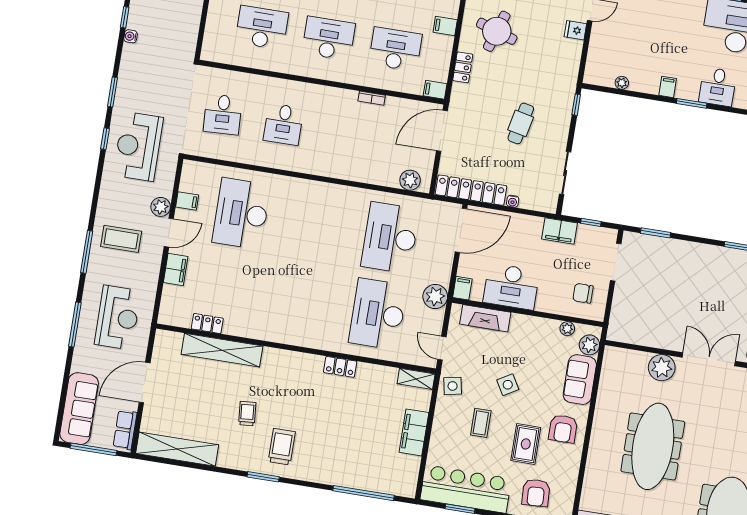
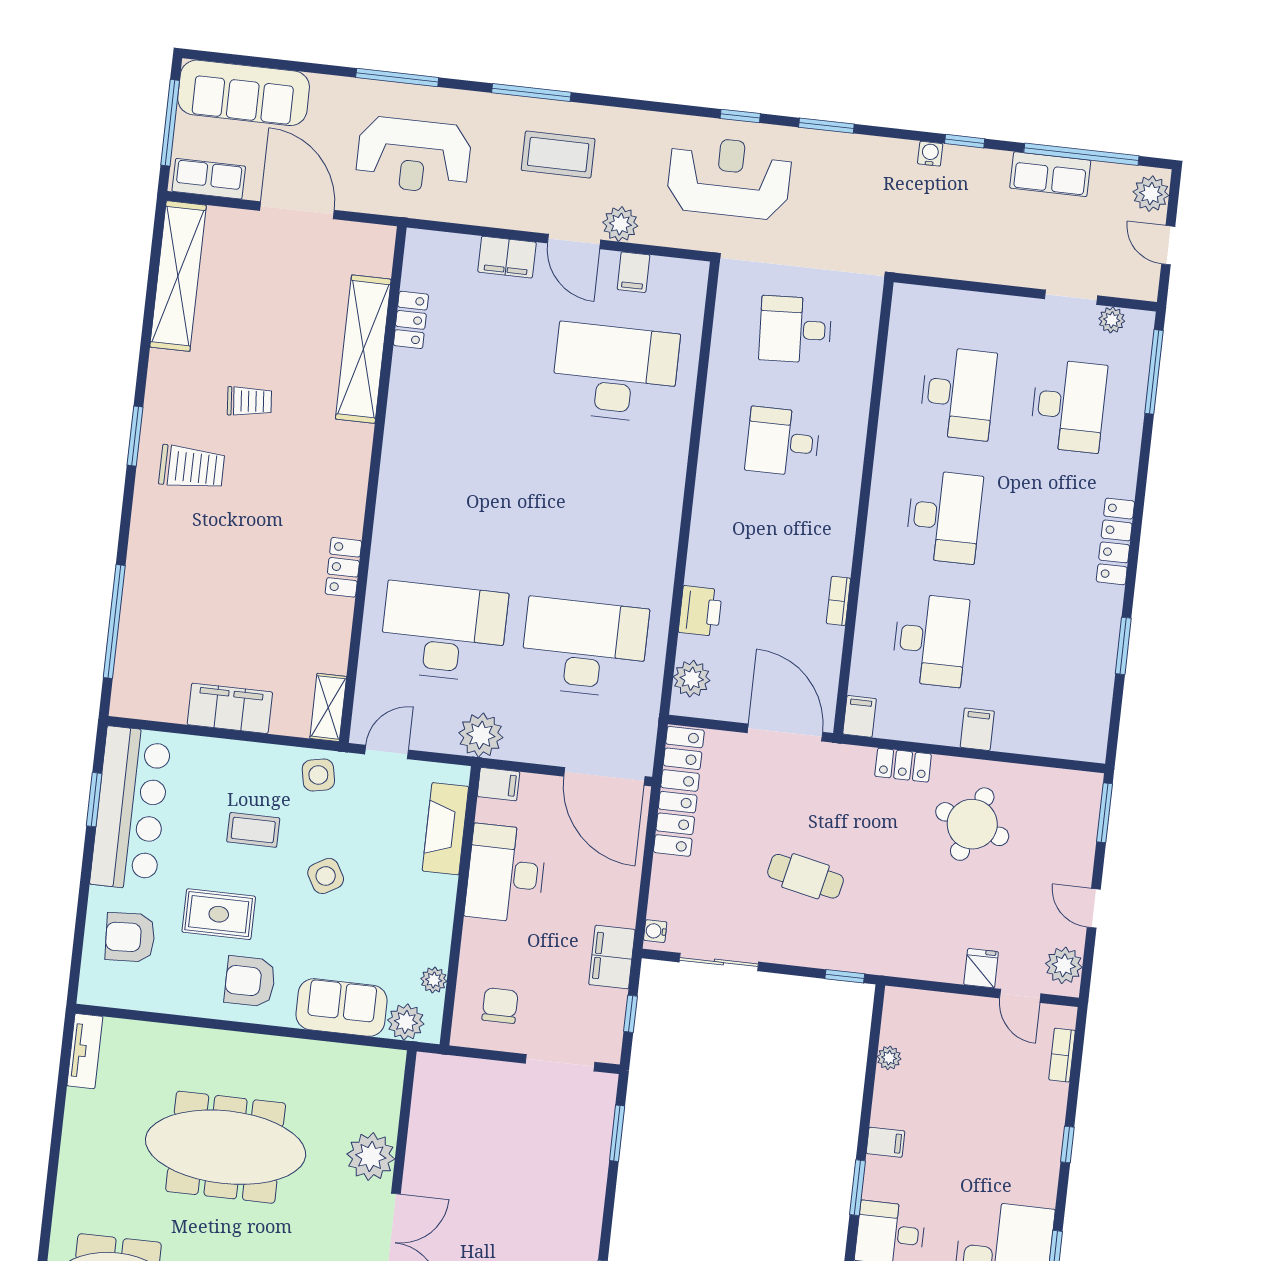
printer: (373, 174) -> (700, 611), added
water cooler: (513, 201) -> (655, 931), moved
coffee table: (121, 239) -> (558, 155), turned 90

